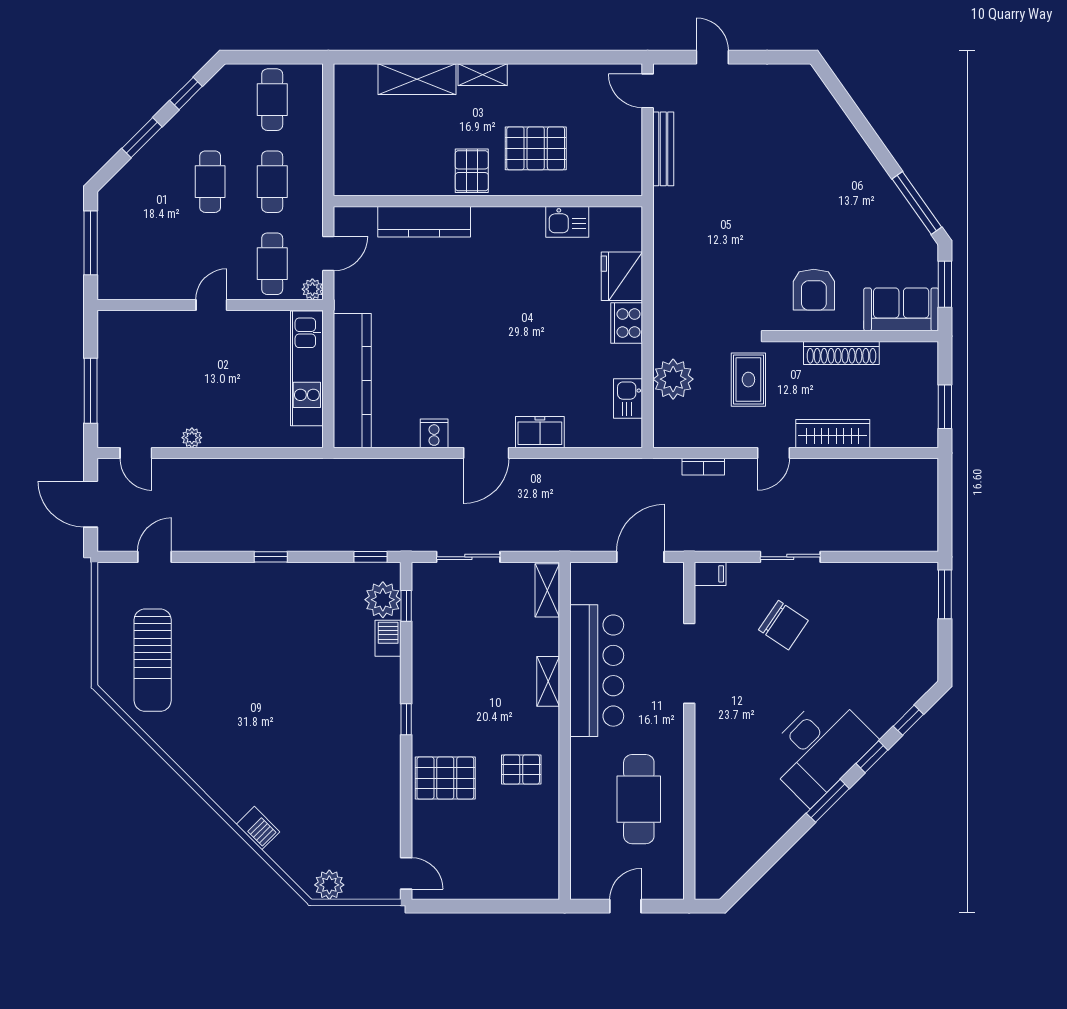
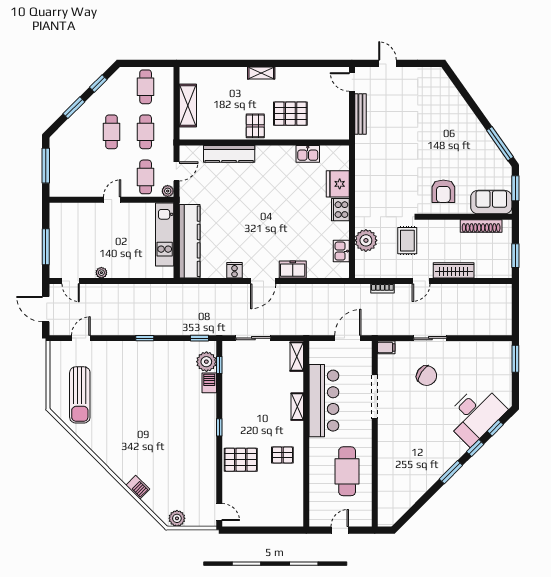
shelving: (417, 79) -> (188, 105), moved, turned 90
shoe rack: (841, 353) -> (481, 226), moved
desk: (819, 748) -> (475, 414), moved

